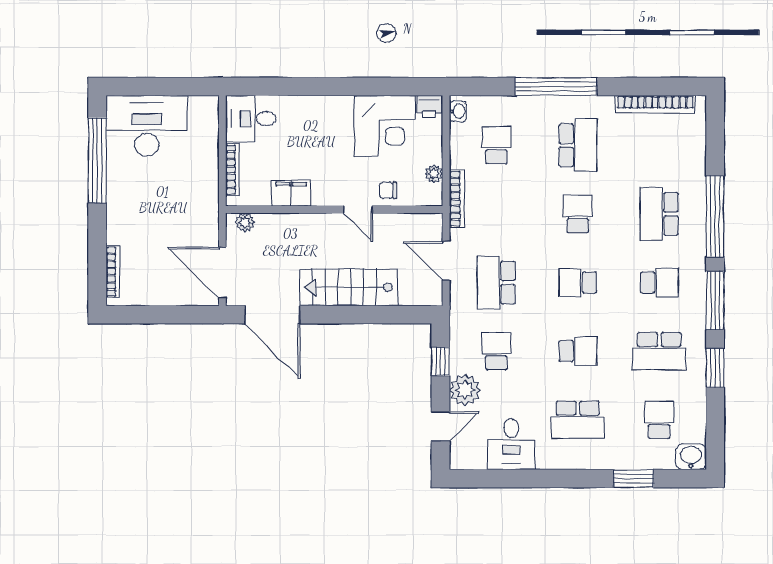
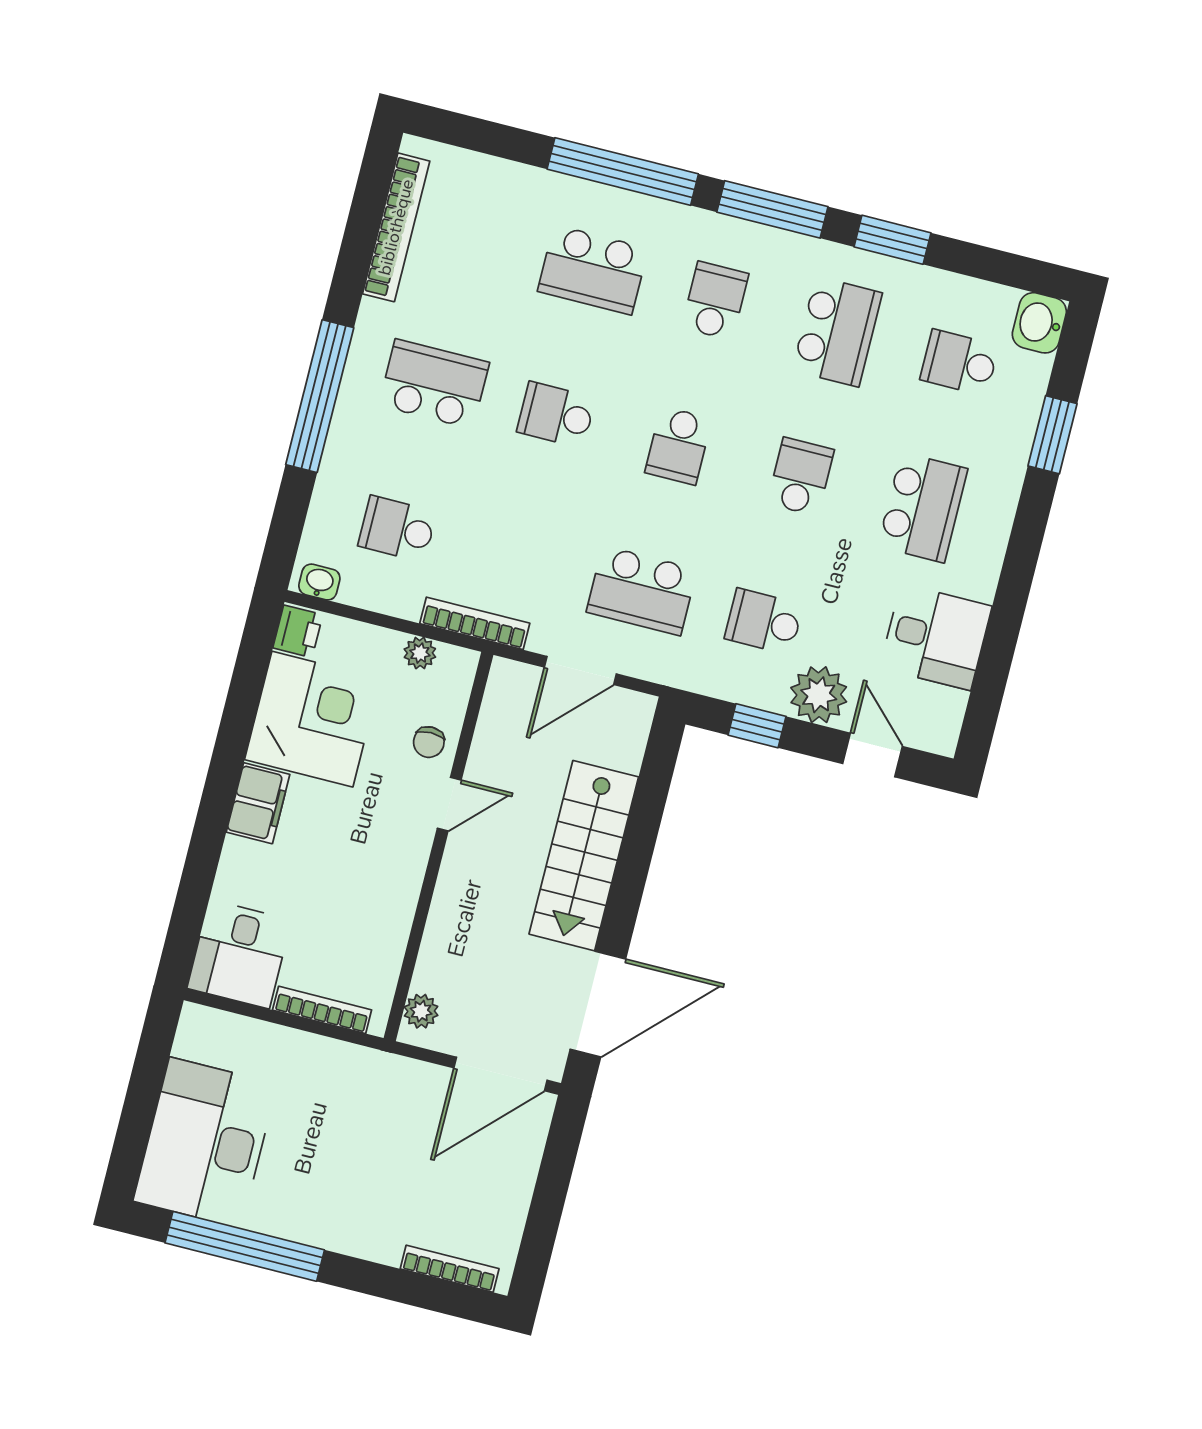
filing cabinet: (291, 193) -> (258, 803), moved, turned 180

